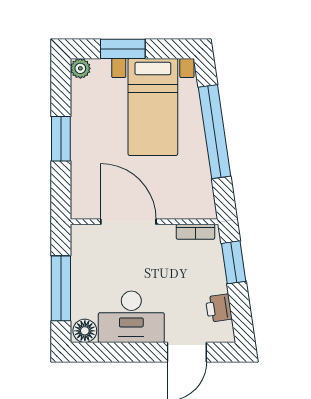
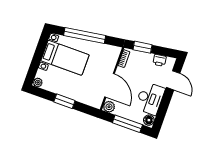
window: (123, 49) -> (36, 62), removed
door: (128, 222) -> (110, 85), swing flipped
plant: (83, 237) -> (109, 107), added

